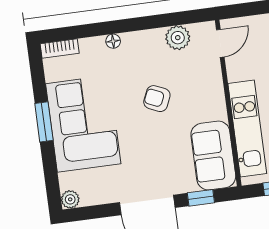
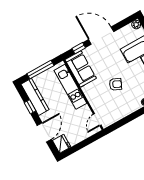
plant: (178, 38) -> (117, 115), removed

